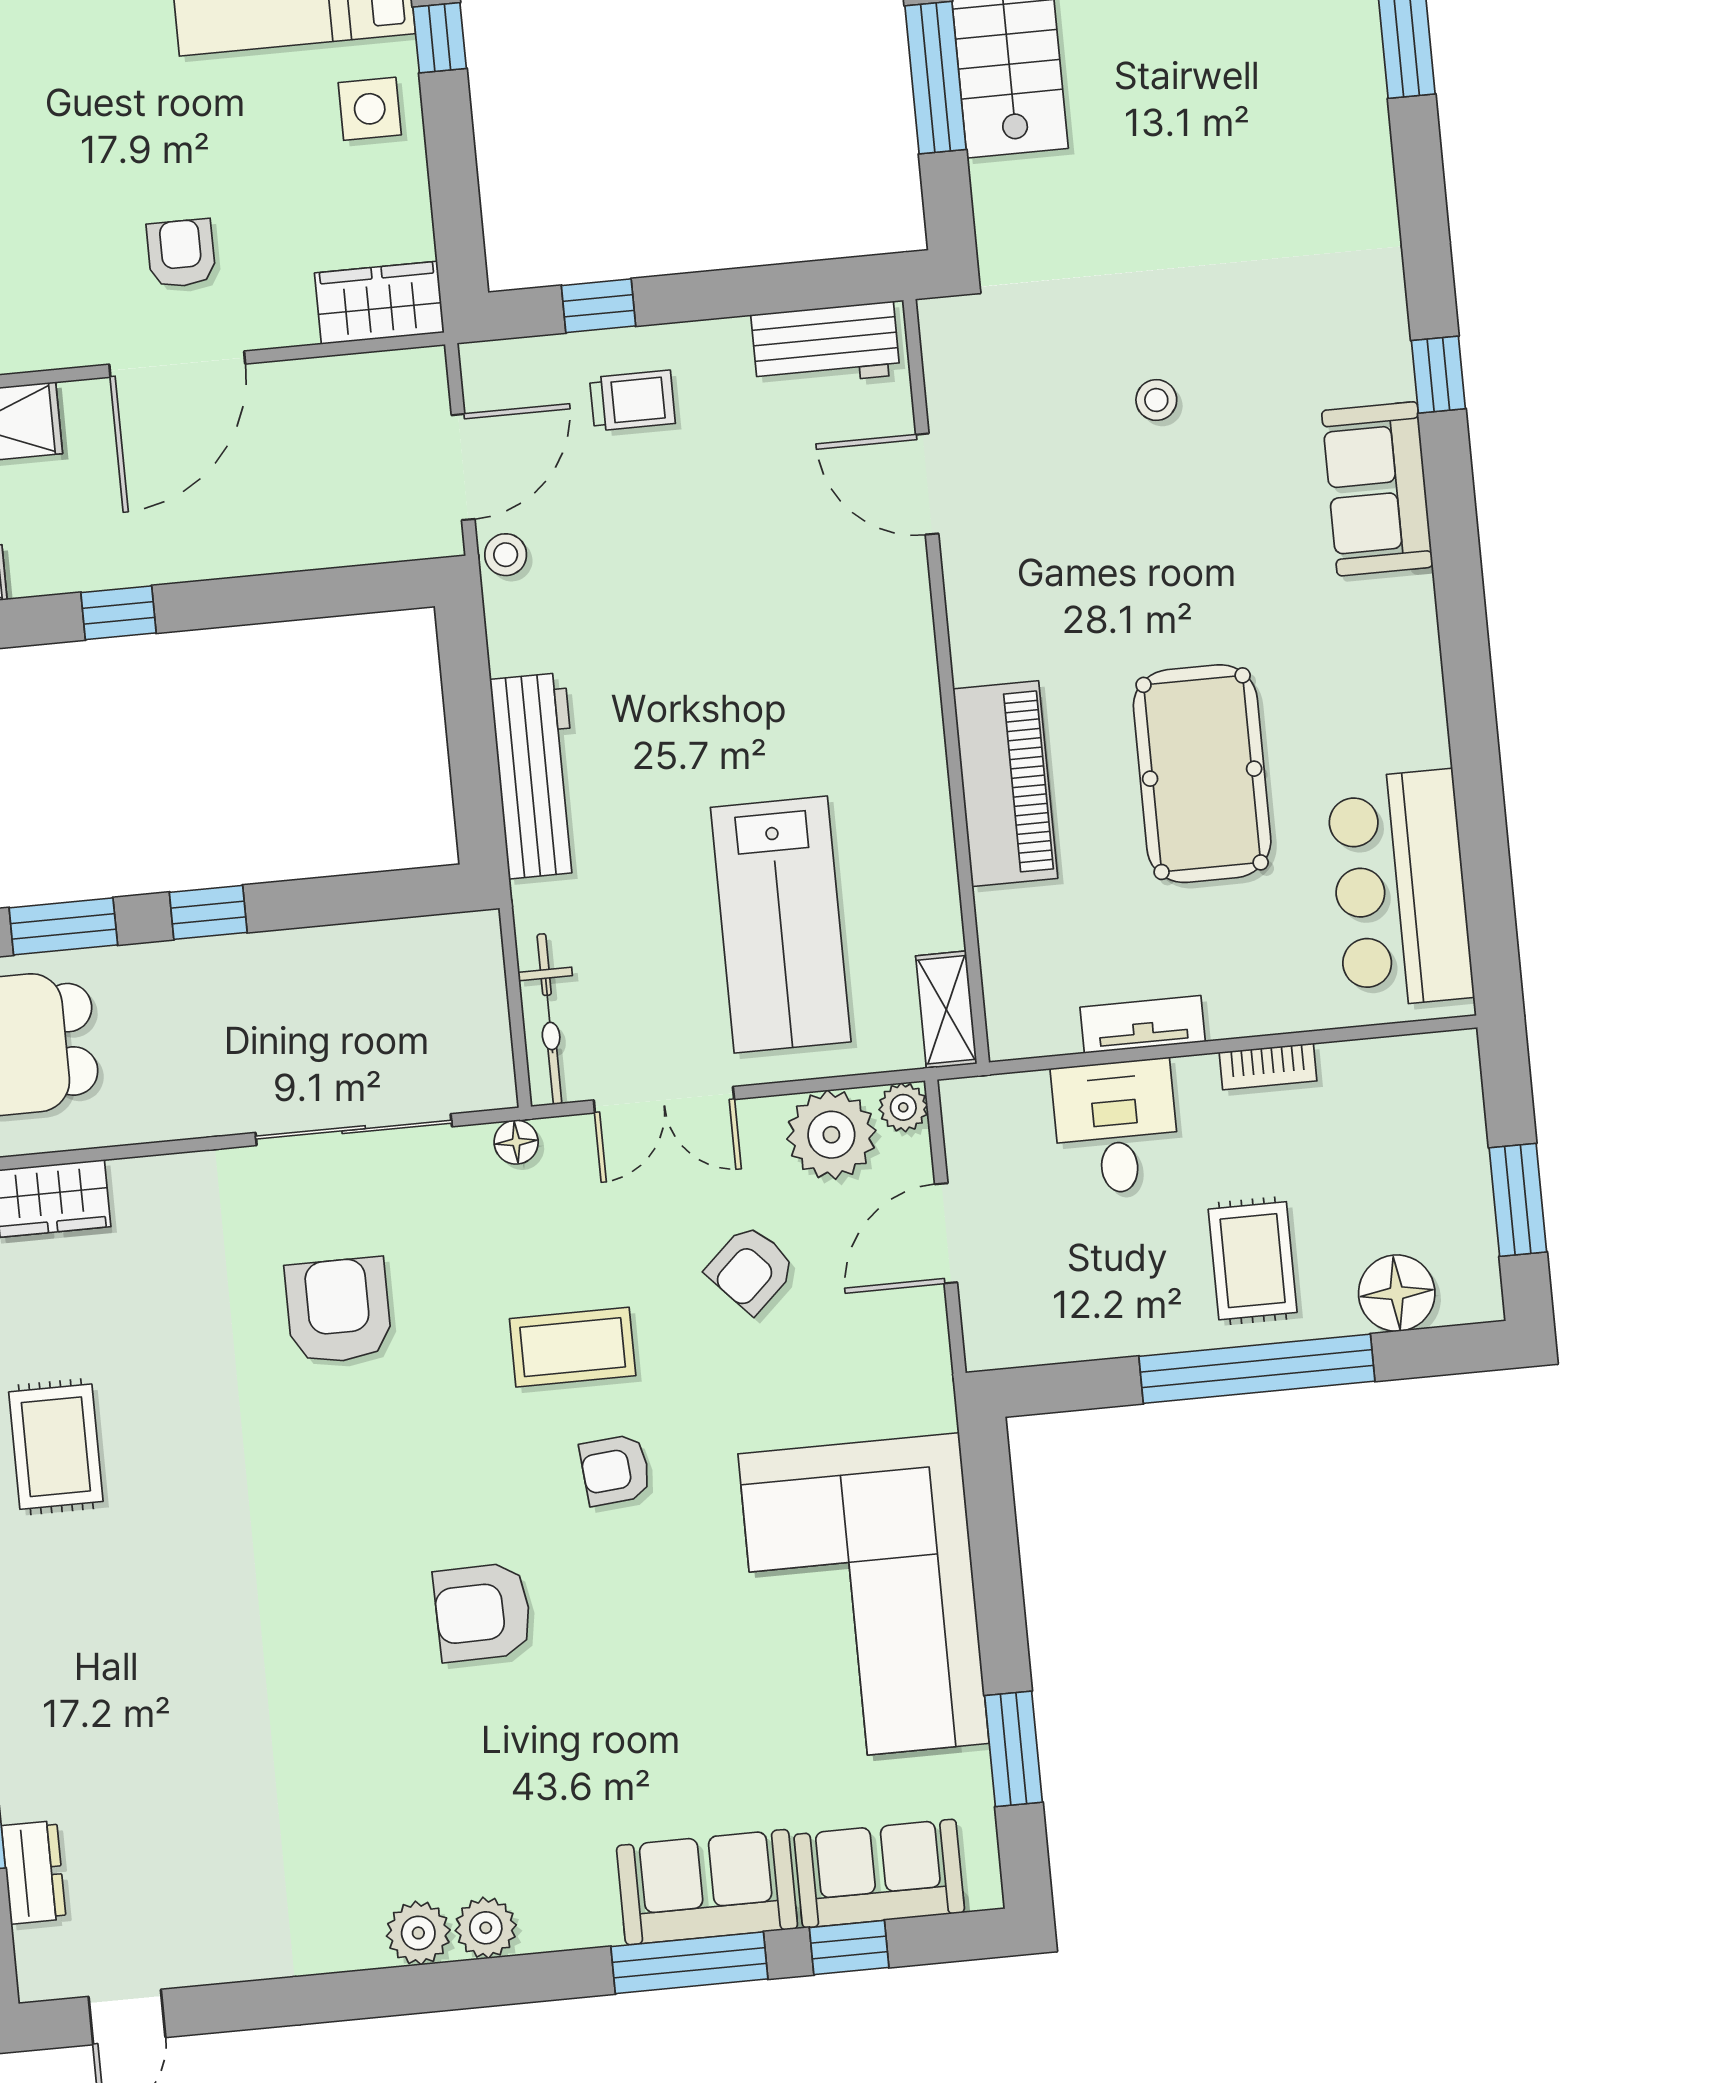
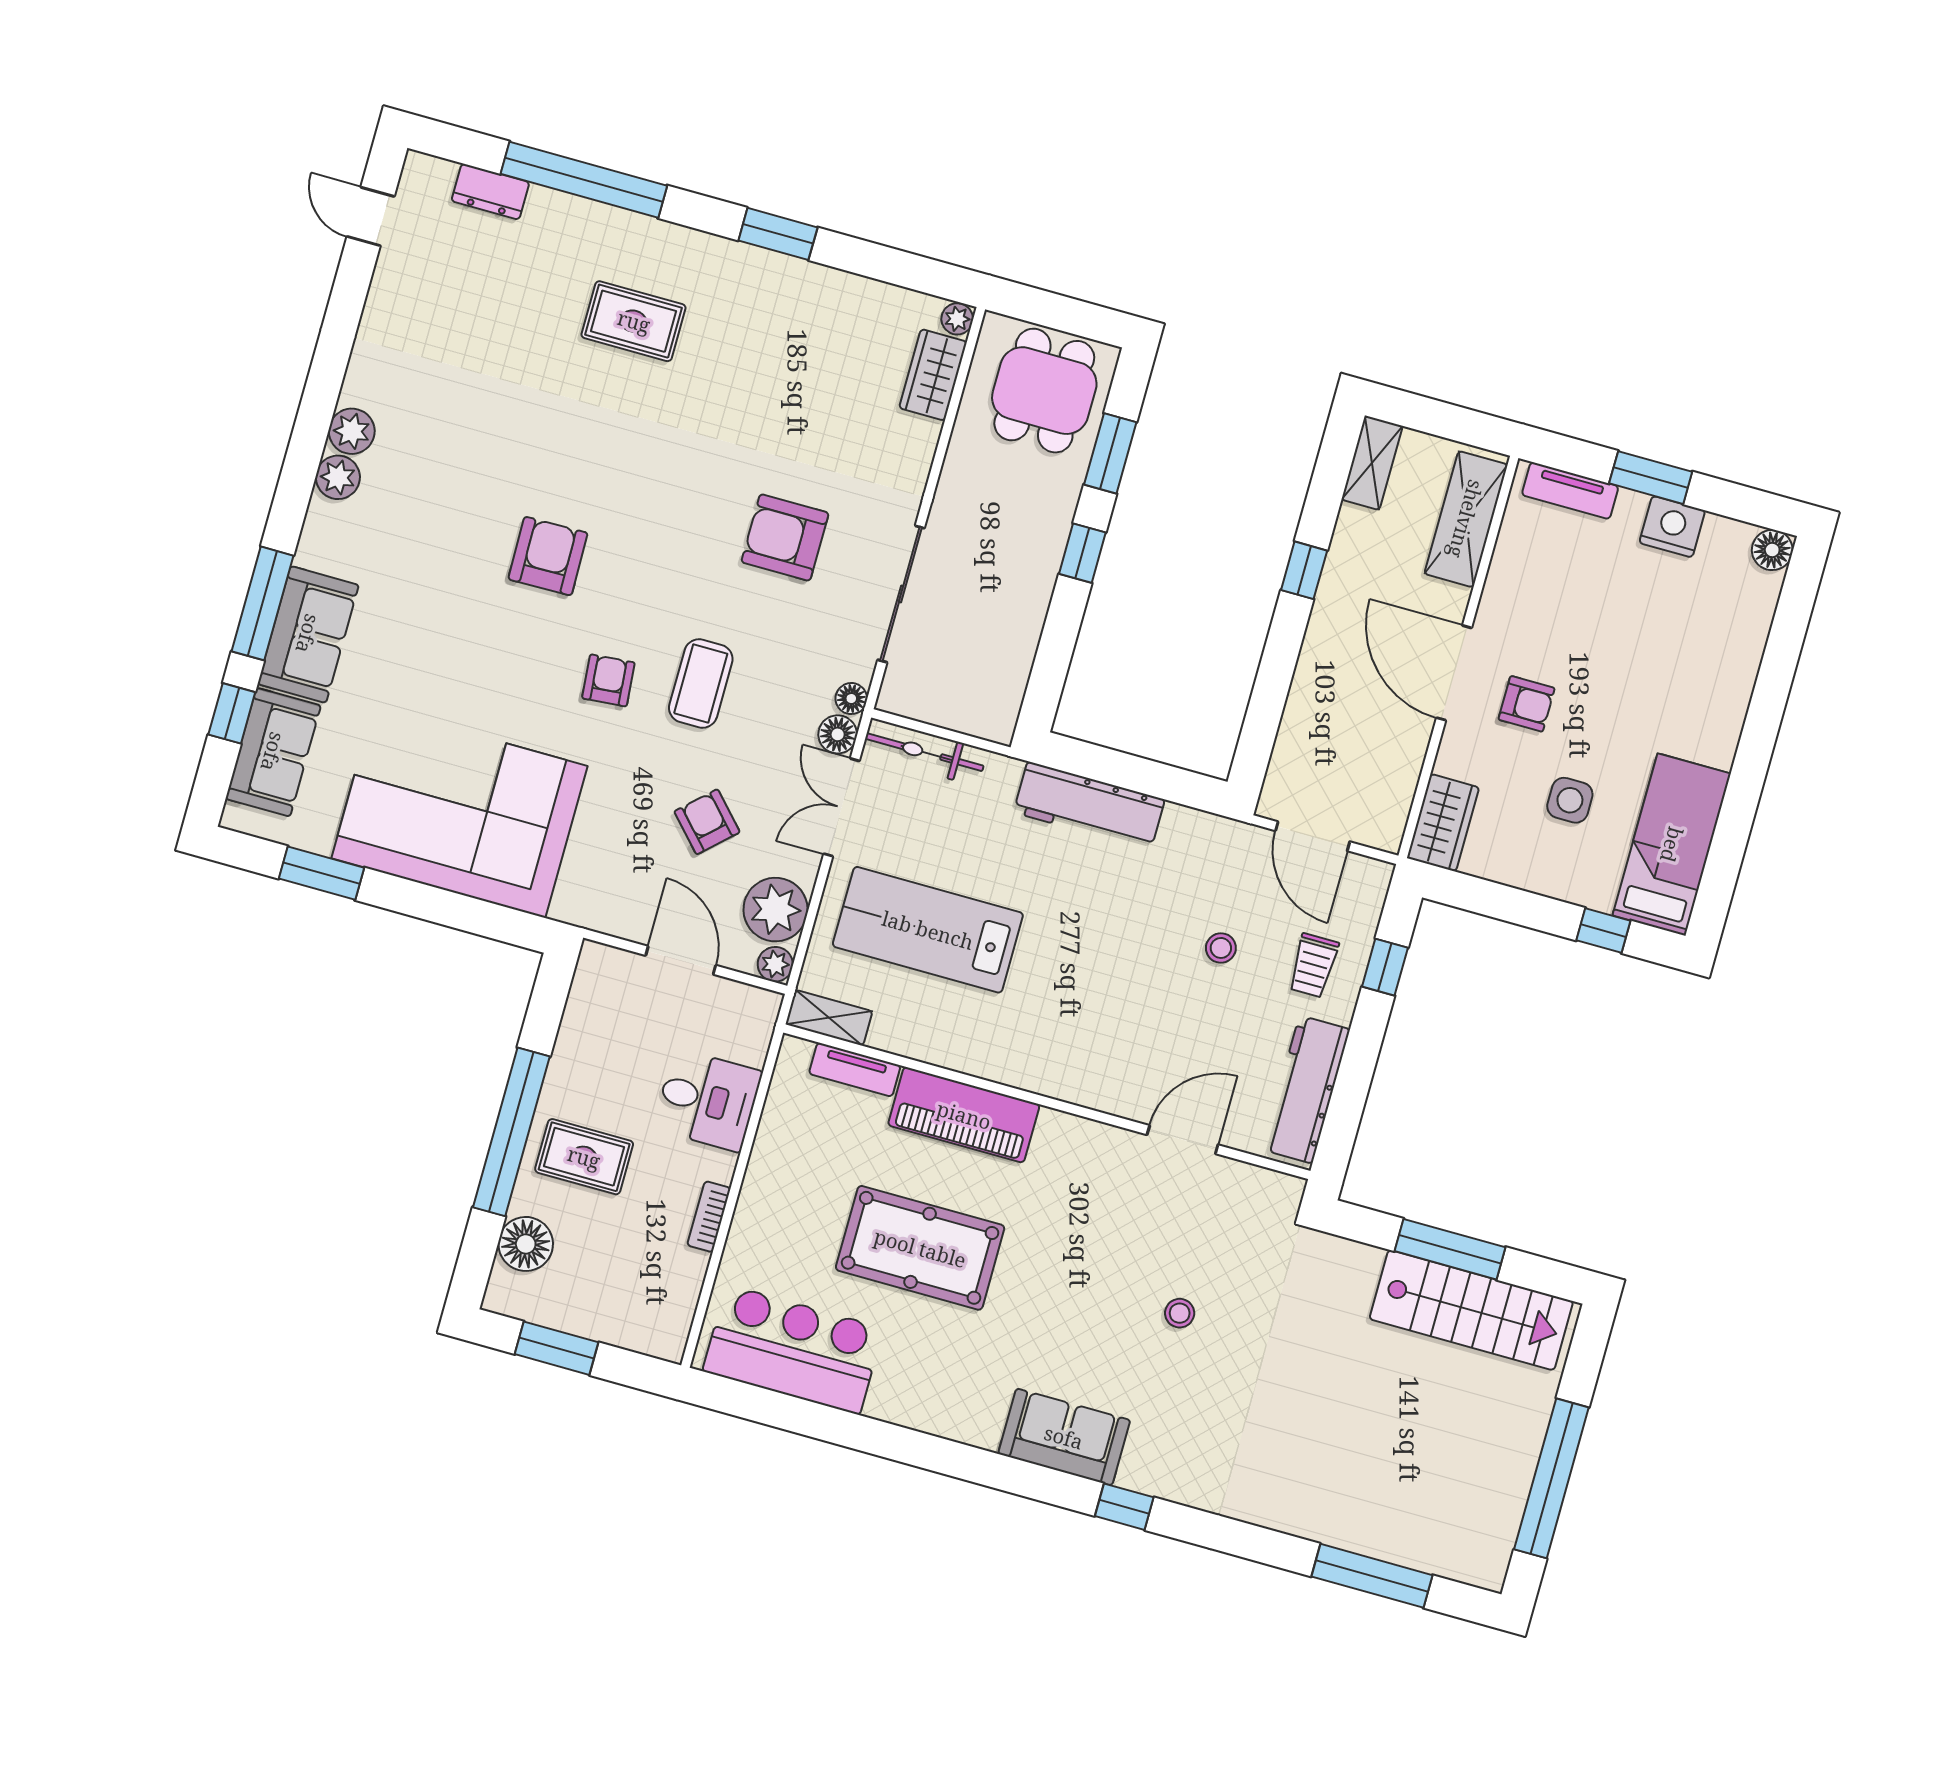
side table: (370, 109) -> (1570, 800), moved
workbench: (826, 345) -> (1306, 1089), width x1.38
stool: (506, 555) -> (1221, 948), moved
tv unit: (1143, 1024) -> (855, 1070), moved, turned 90
floor lamp: (570, 1142) -> (838, 734), added
armchair: (338, 1311) -> (785, 538), turned 180
rug: (56, 1447) -> (634, 321), moved

